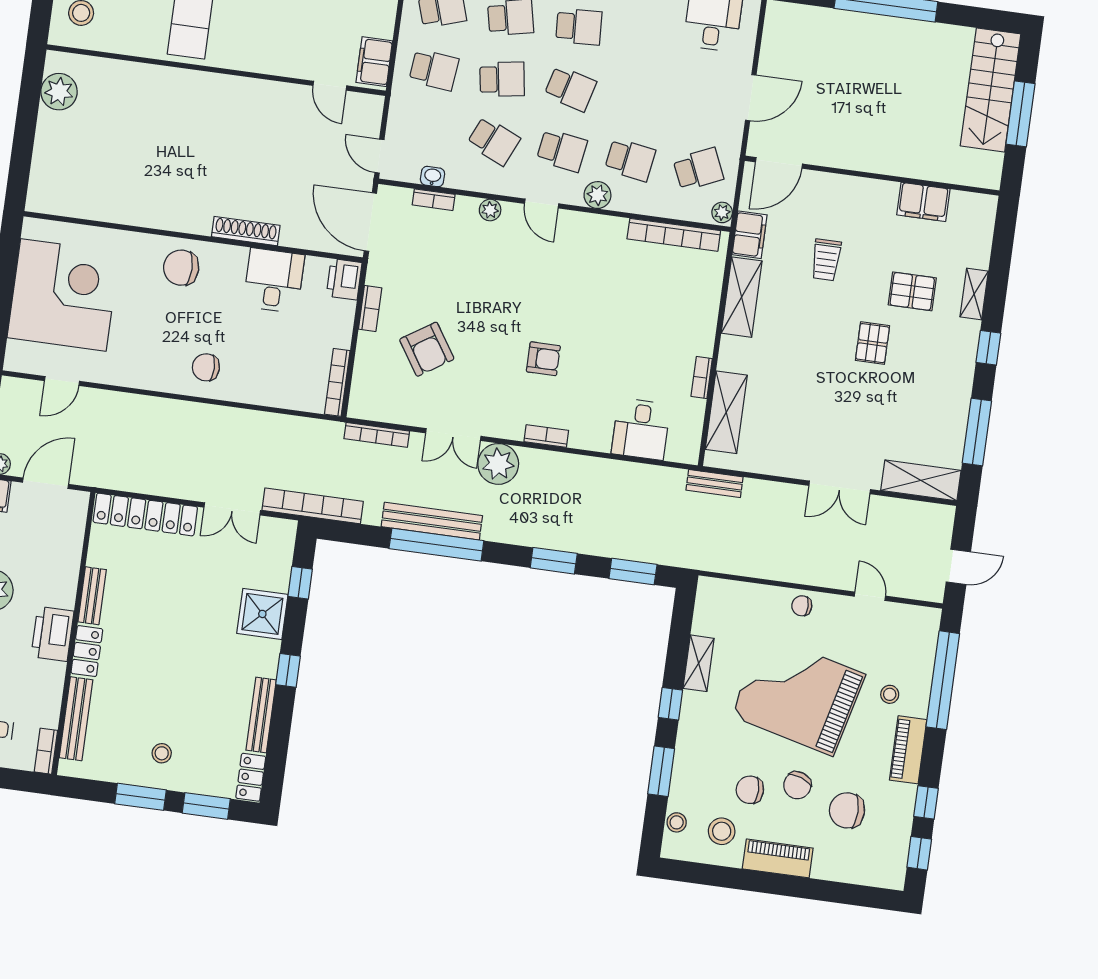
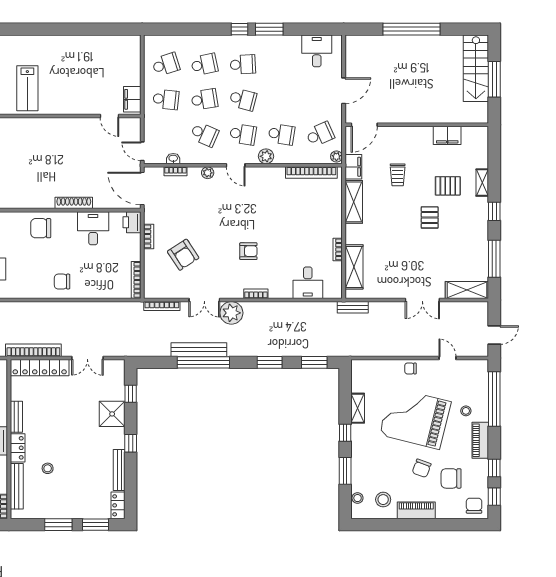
bookcase: (313, 506) -> (33, 350), moved
stool: (162, 753) -> (48, 468), moved
chair: (750, 790) -> (474, 506), moved, turned 90

